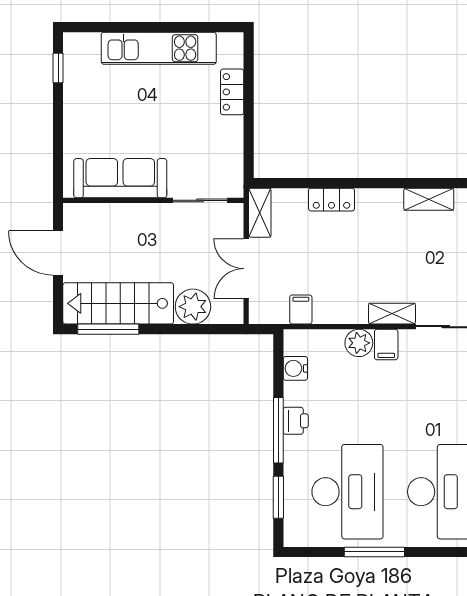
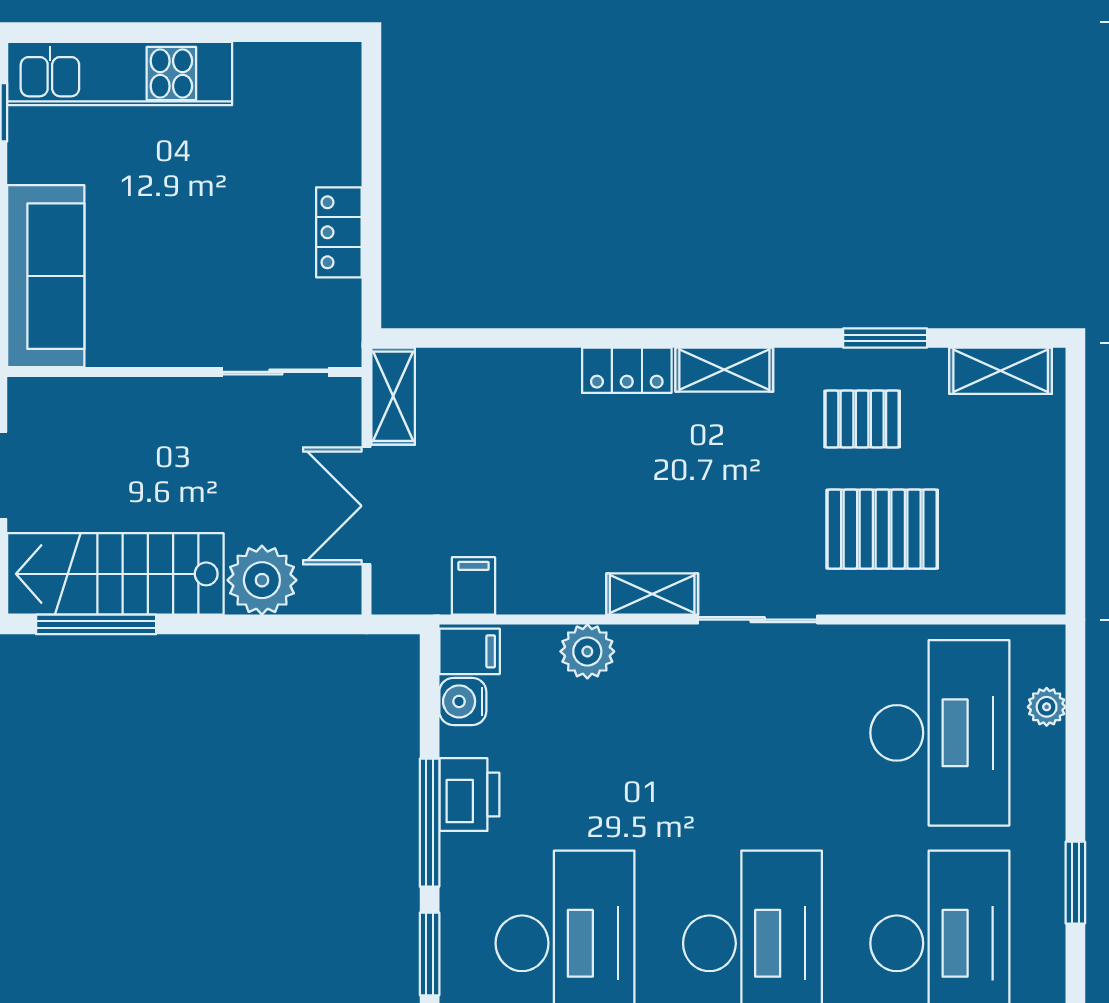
kitchen unit: (159, 48) -> (120, 73), moved
locker: (232, 92) -> (339, 232), moved
sofa: (120, 178) -> (46, 276), moved, turned 90
locker: (331, 200) -> (627, 370), moved
filing cabinet: (386, 345) -> (470, 651), moved, turned -90
printer: (296, 421) -> (469, 795), width x1.36, depth x1.24

